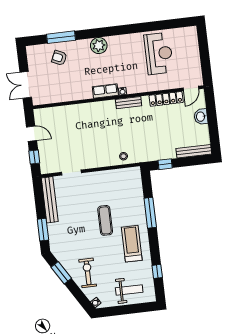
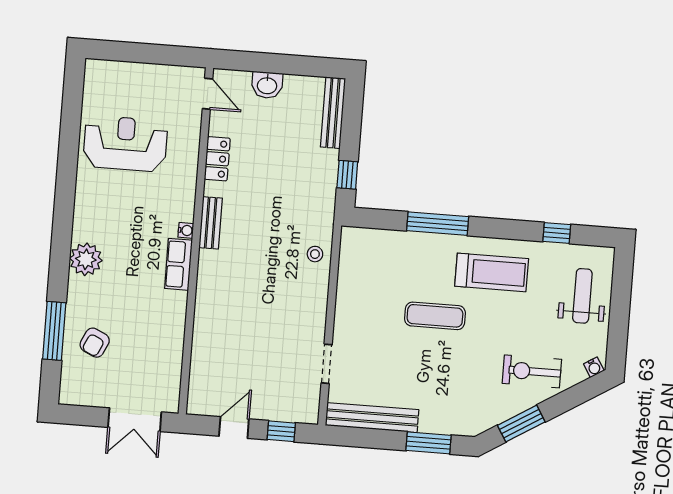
locker: (166, 99) -> (217, 159), width x0.66
treadmill: (132, 244) -> (492, 272), turned 180

